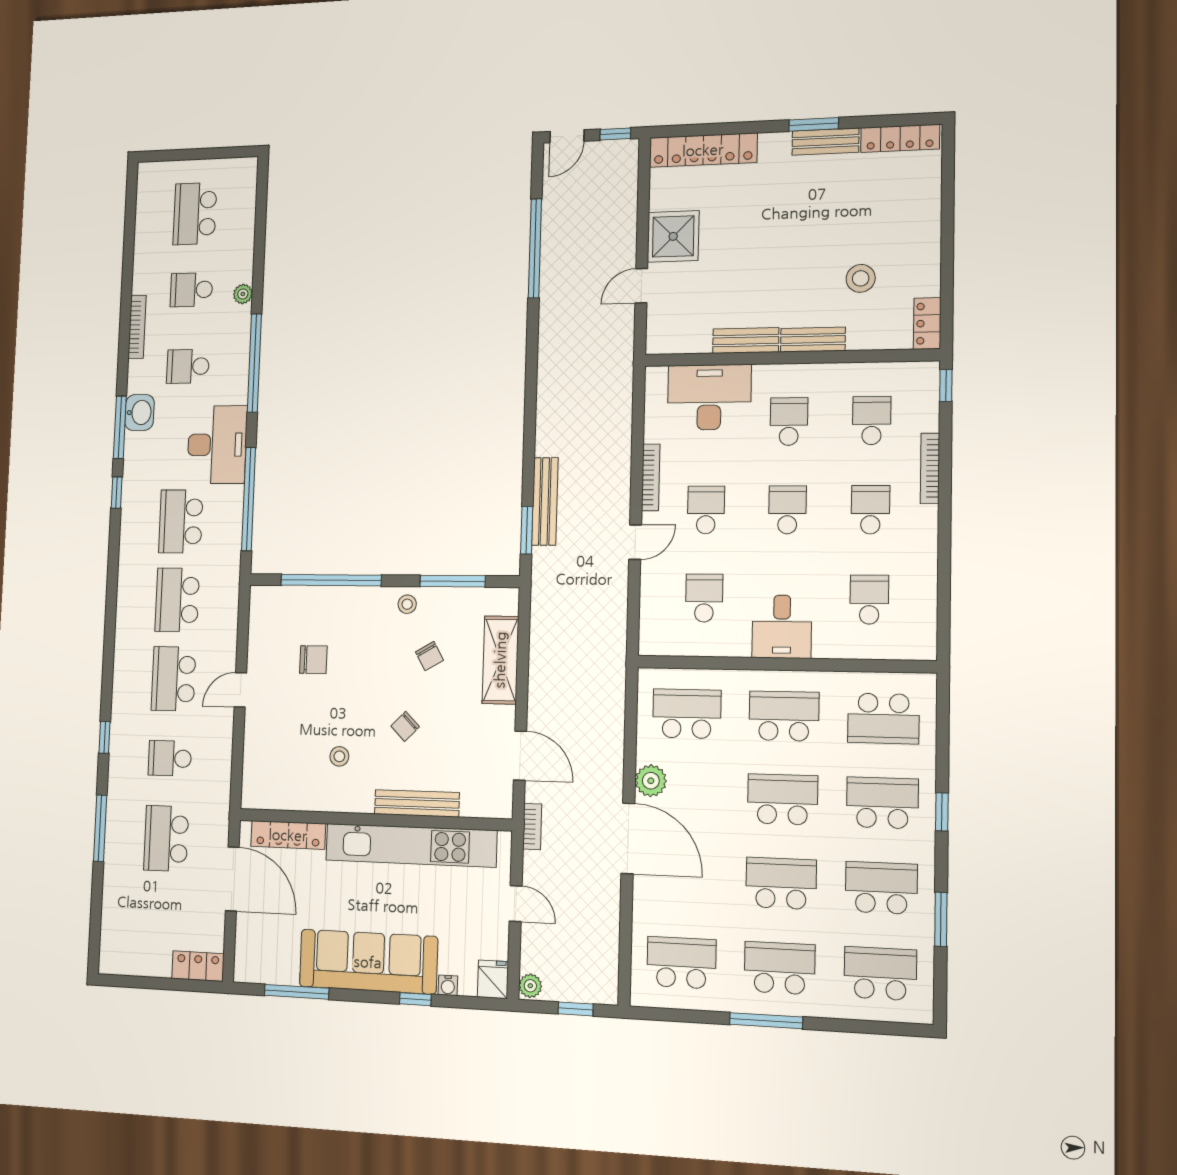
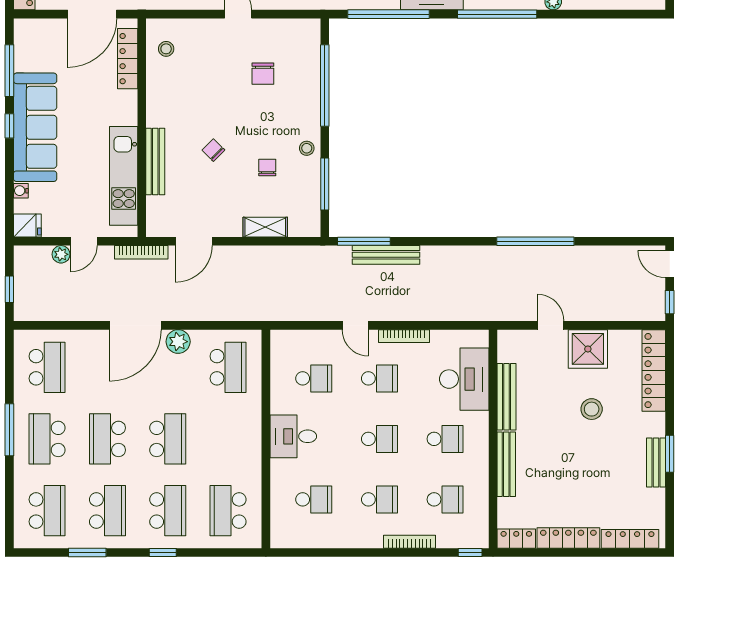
locker: (900, 138) -> (630, 539), moved, turned 90
window: (535, 248) -> (535, 241), moved
locker: (927, 254) -> (568, 538), added
stool: (861, 278) -> (592, 409), moved
bench: (813, 340) -> (506, 464), width x1.36
bench: (746, 341) -> (507, 397), width x1.36
window: (527, 530) -> (364, 241), width x1.44
chair: (429, 656) -> (267, 168), turned 120
shelving: (500, 660) -> (265, 227), width x0.67, depth x0.75
school desk: (784, 716) -> (228, 439), removed
stool: (339, 756) -> (166, 49), moved
bookcase: (532, 827) -> (141, 252), width x1.56
kitchen unit: (411, 845) -> (124, 176), width x0.73
school desk: (781, 883) -> (107, 439), turned 180
school desk: (780, 968) -> (47, 439), turned 180
plant: (530, 986) -> (61, 254), moved
window: (415, 999) -> (9, 126), moved

